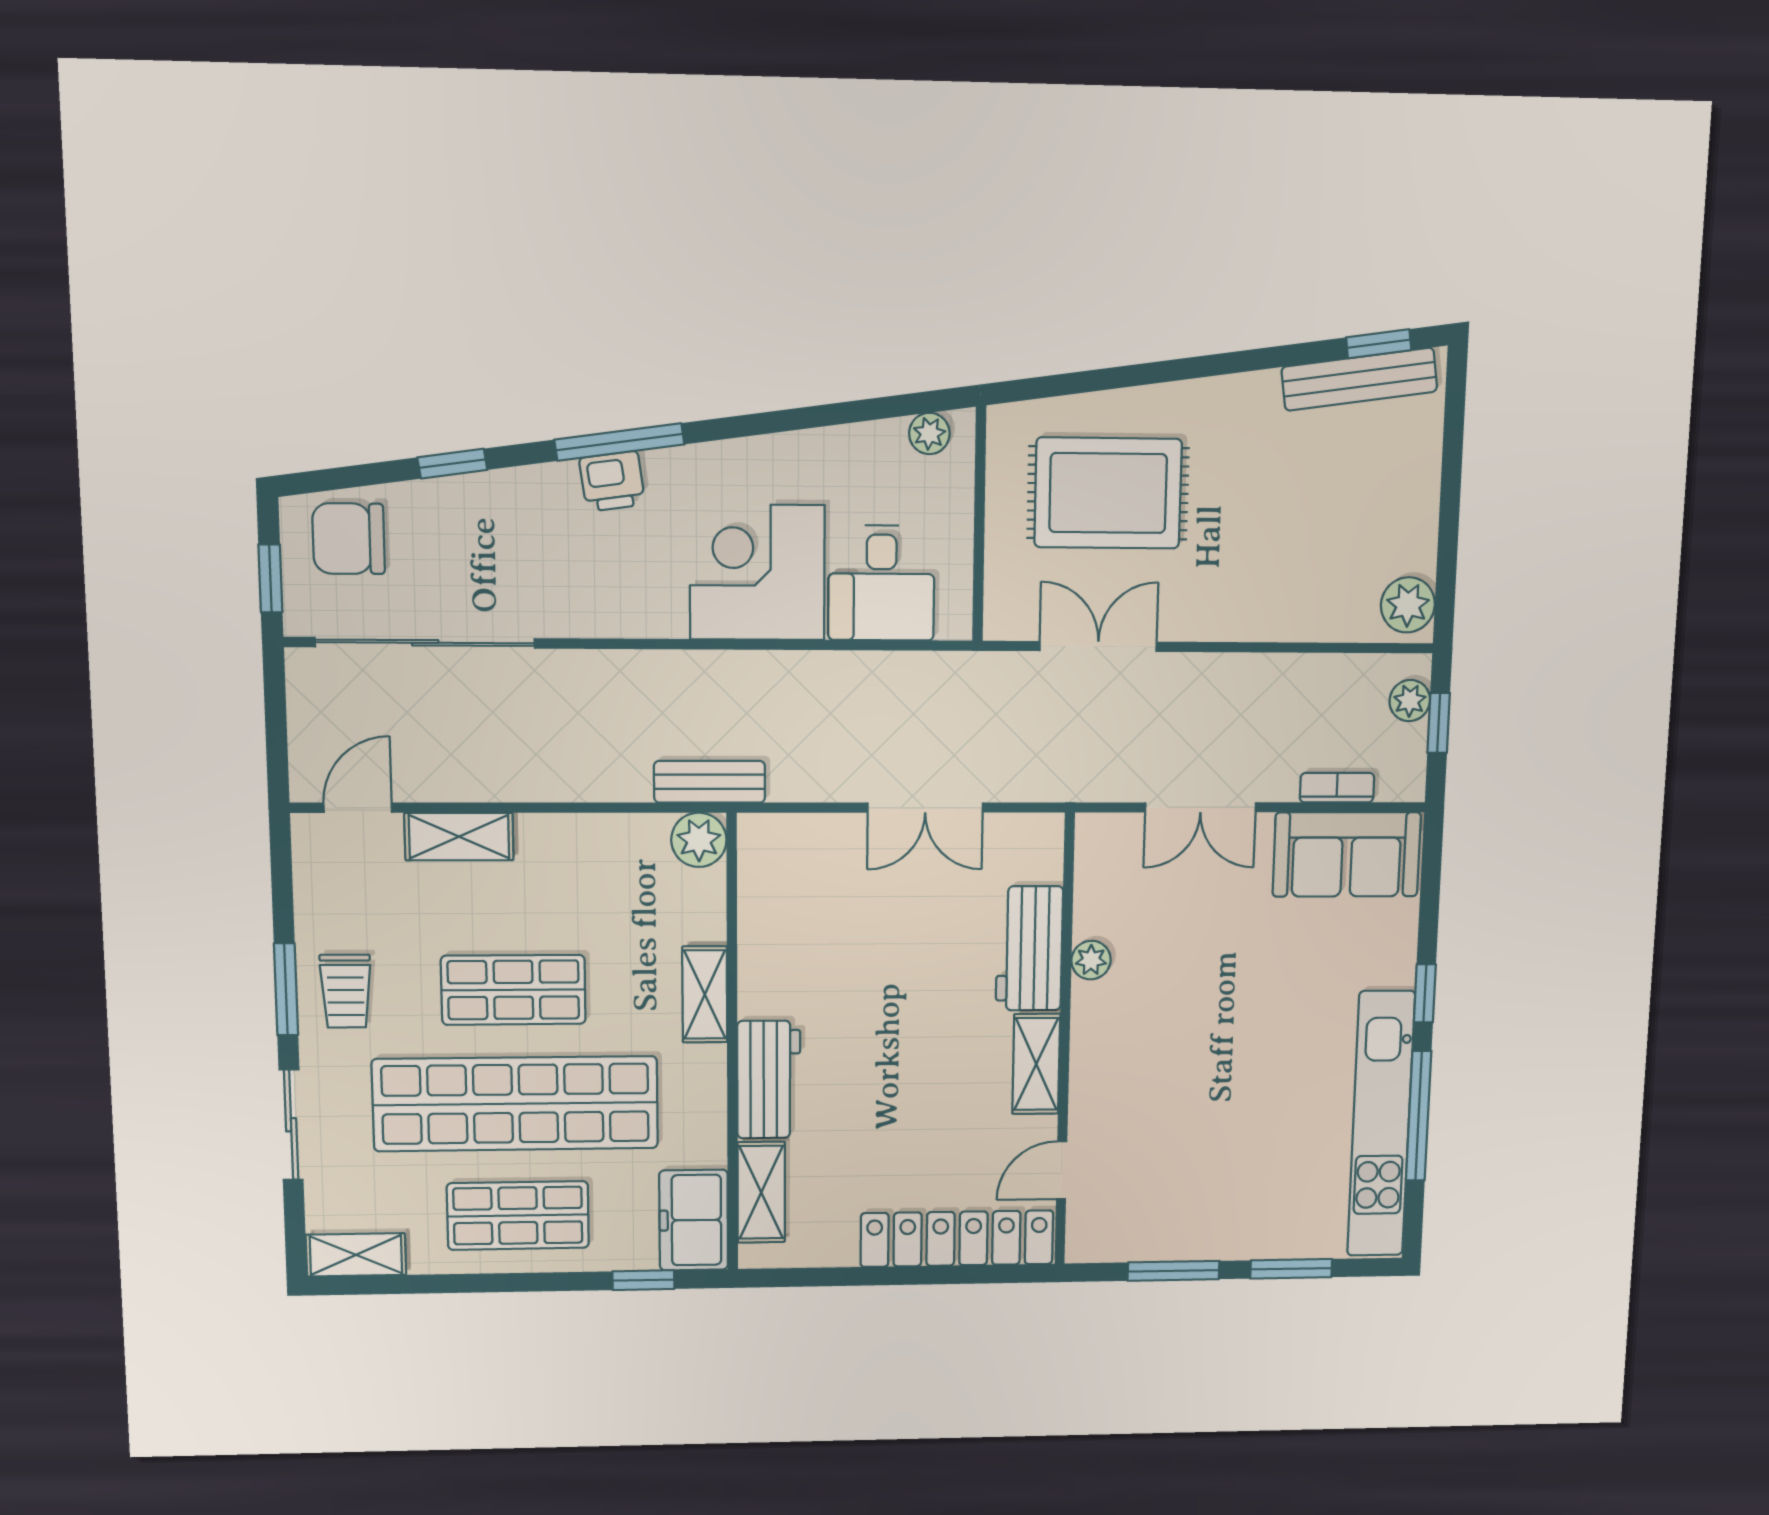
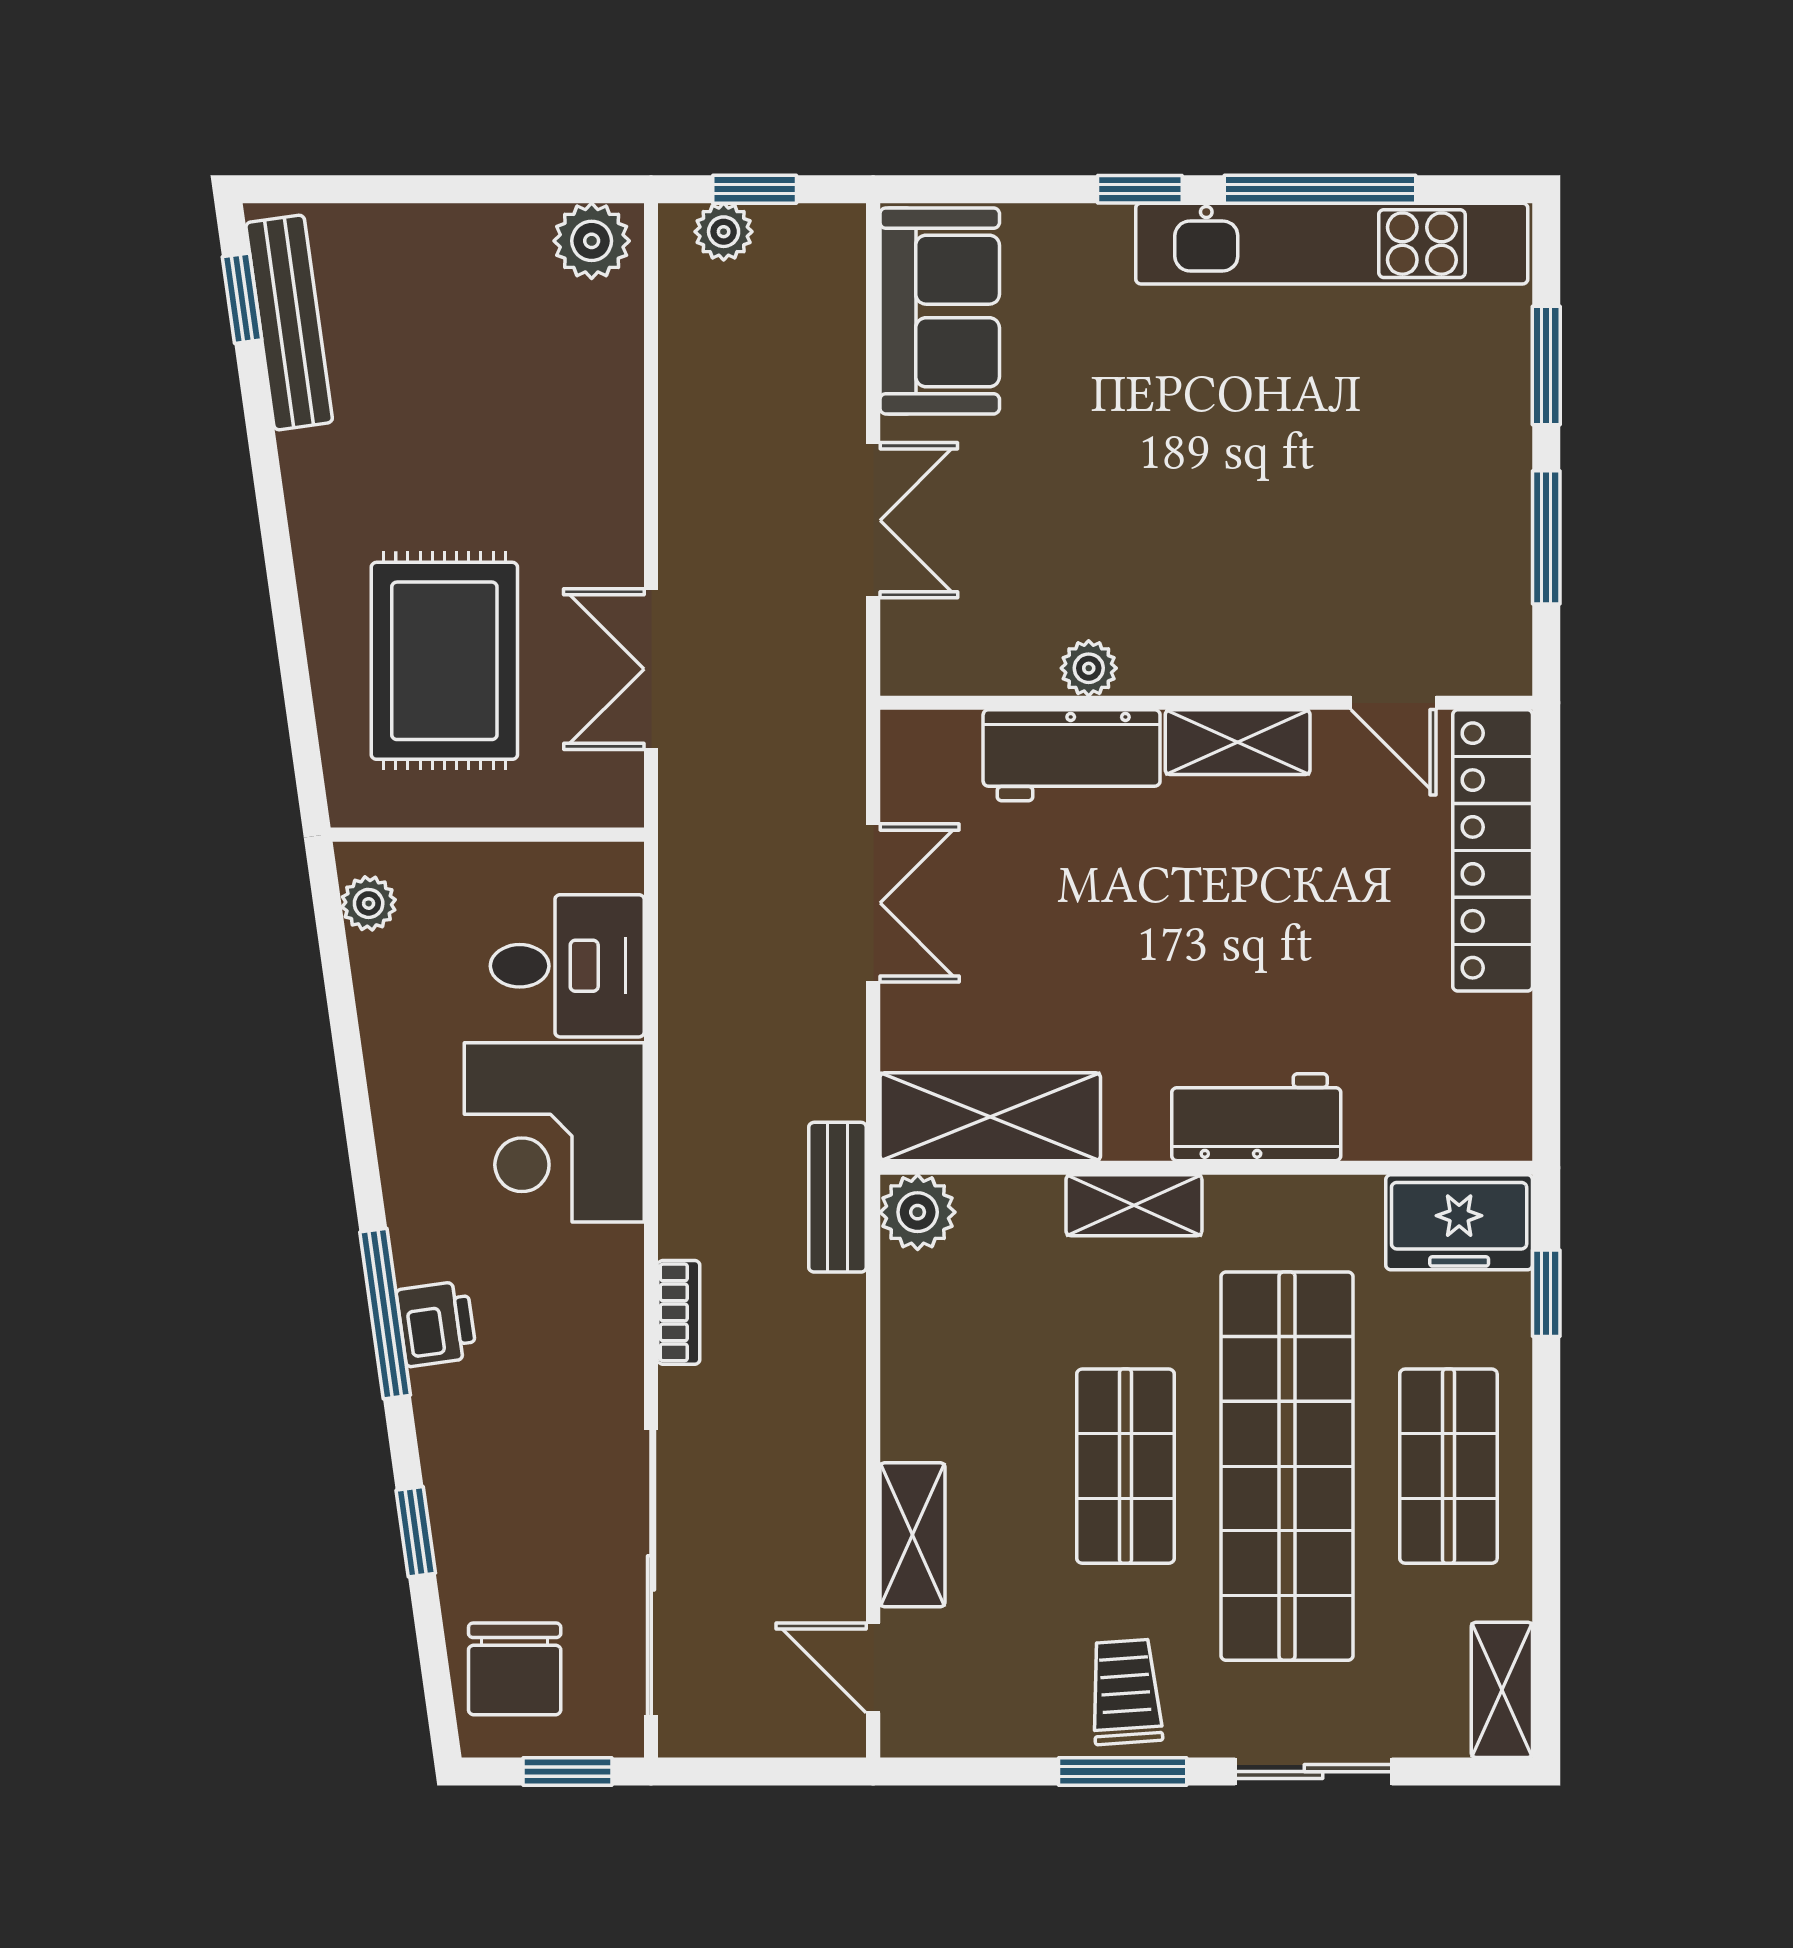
bookcase: (1337, 788) -> (679, 1312), moved, turned 180
trolley: (346, 991) -> (1126, 1692), turned -94
shelving: (761, 1192) -> (990, 1117), moved, width x1.50, depth x1.33

